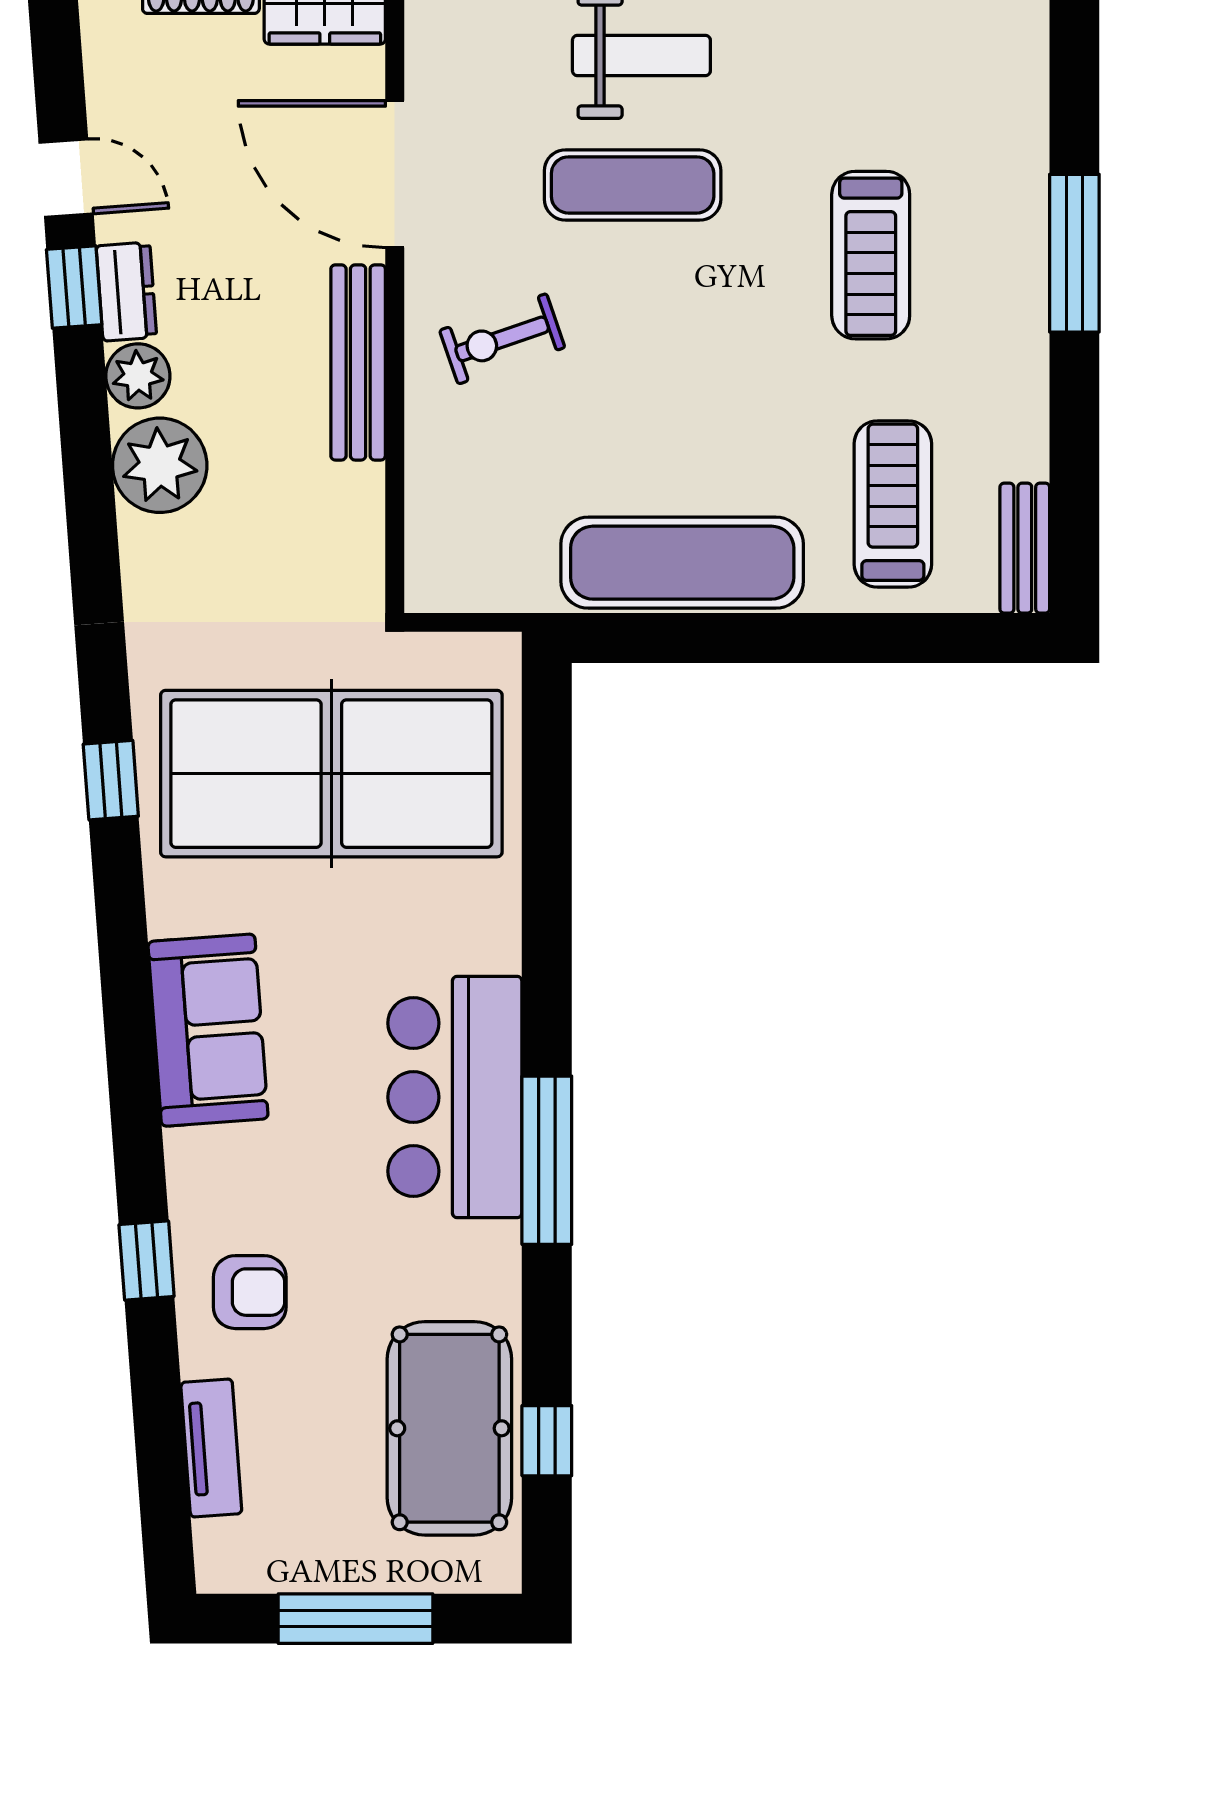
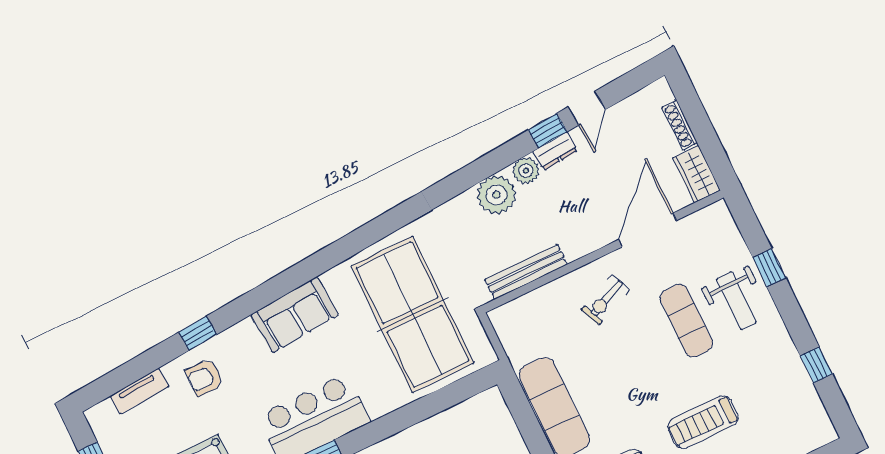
exercise bike: (502, 339) -> (605, 300), turned -94
bench: (358, 362) -> (526, 272), moved
window: (111, 780) -> (370, 233), removed
armchair: (250, 1292) -> (204, 377), turned 90

